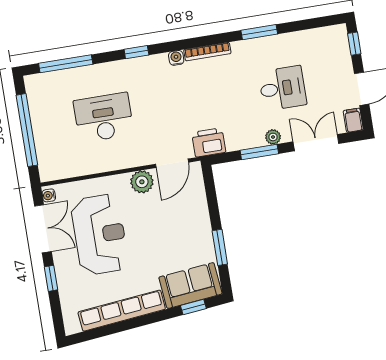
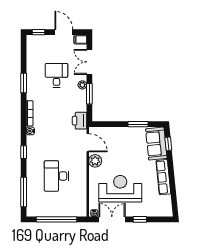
row of seats: (122, 311) -> (163, 177), width x0.73

